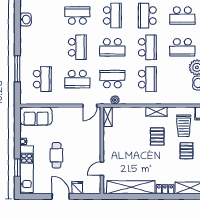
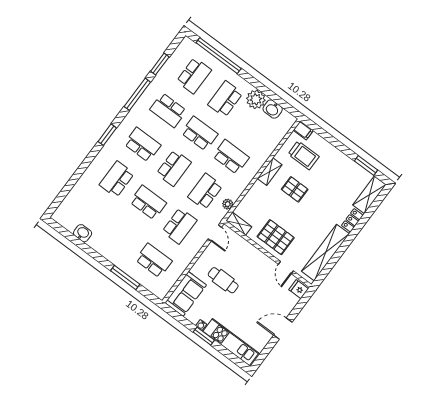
school desk: (182, 47) -> (225, 99), turned 180
pallet: (186, 151) -> (276, 237), moved, width x1.50, depth x1.42
cafe table: (56, 155) -> (223, 280), moved
window: (17, 168) -> (204, 336), moved
fridge: (77, 188) -> (299, 289), moved

